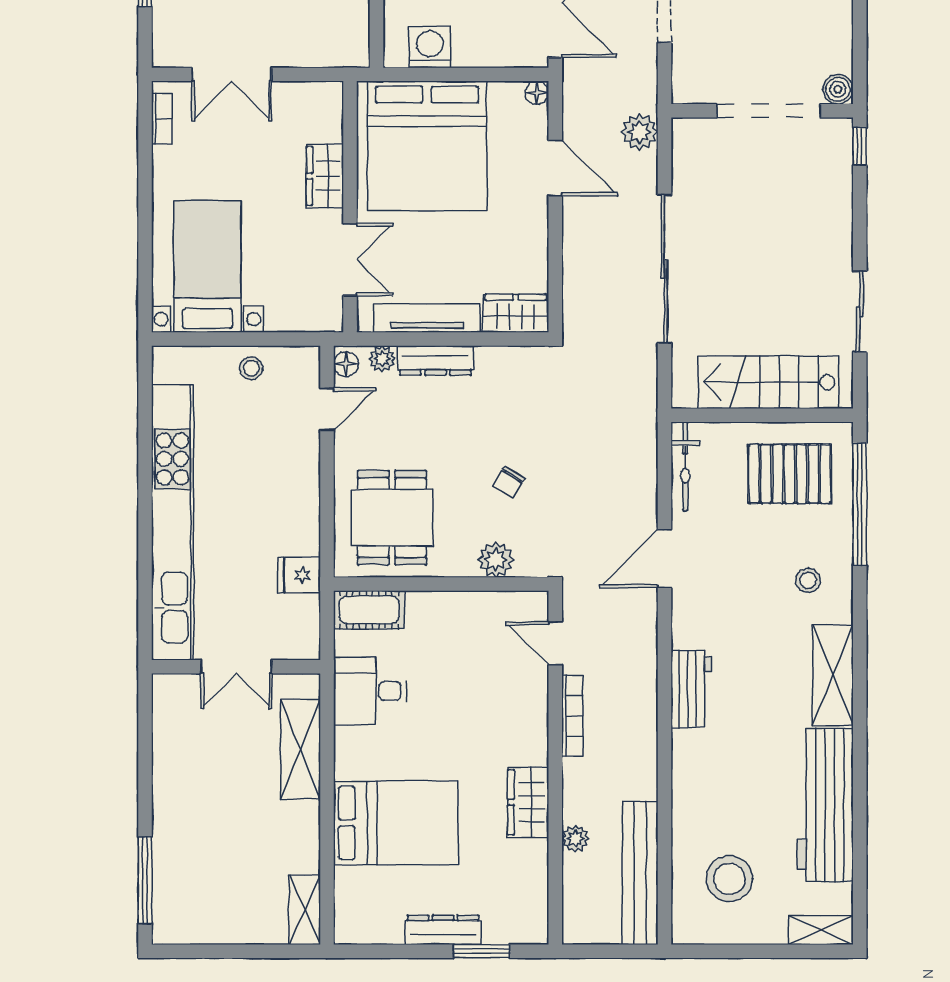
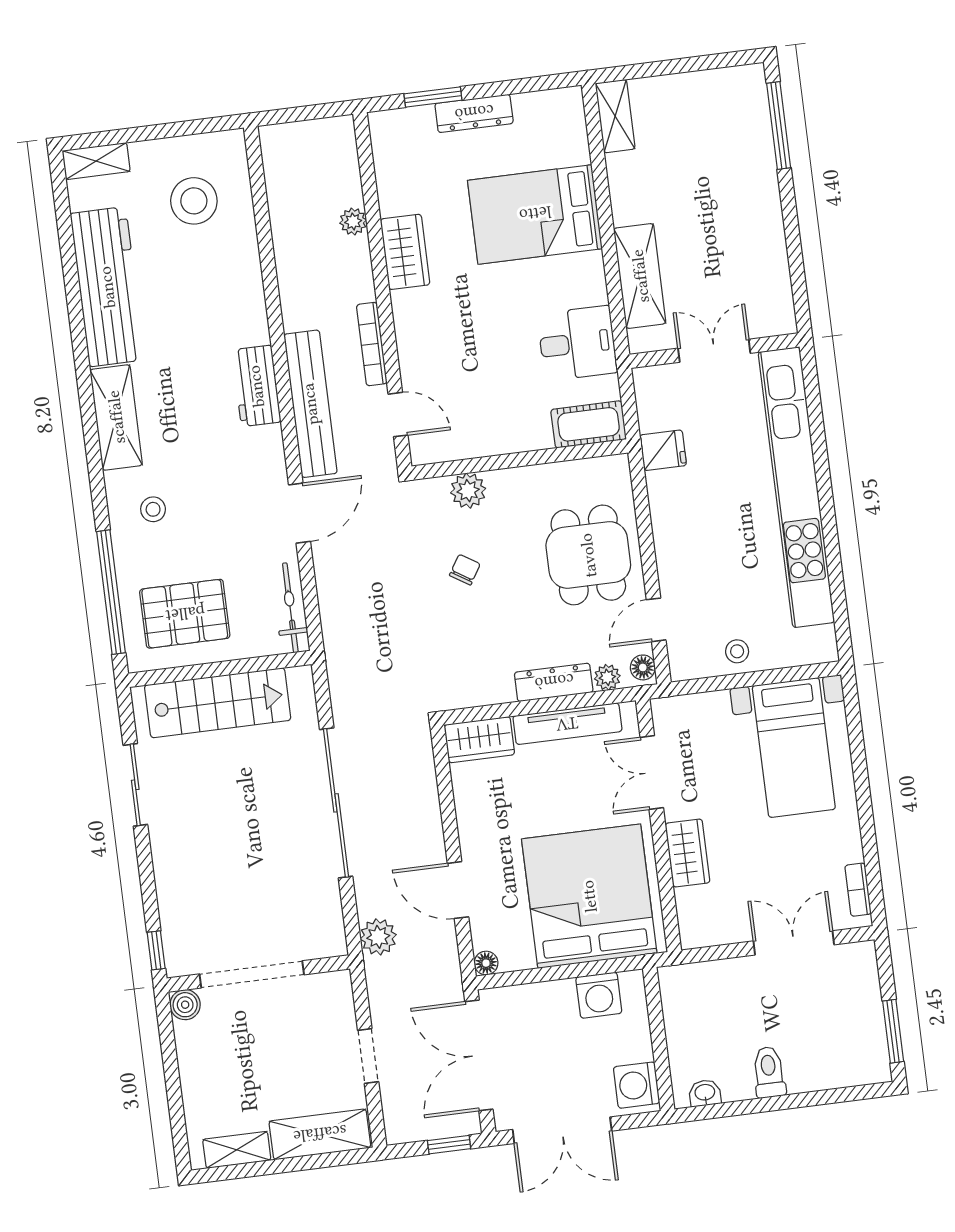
dining table: (392, 518) -> (588, 555), moved
bench: (640, 873) -> (310, 404), moved

